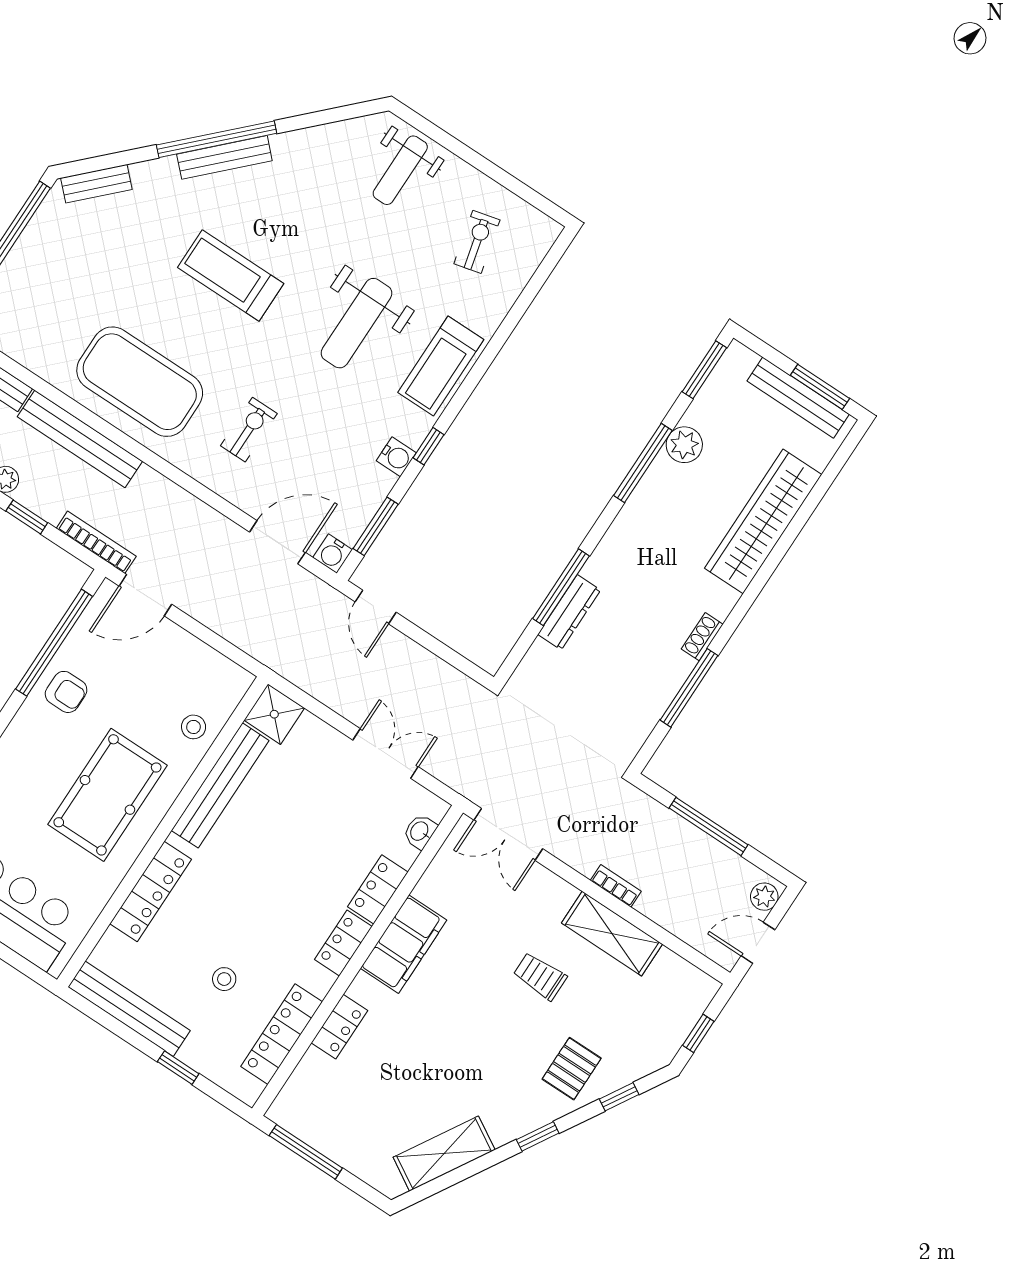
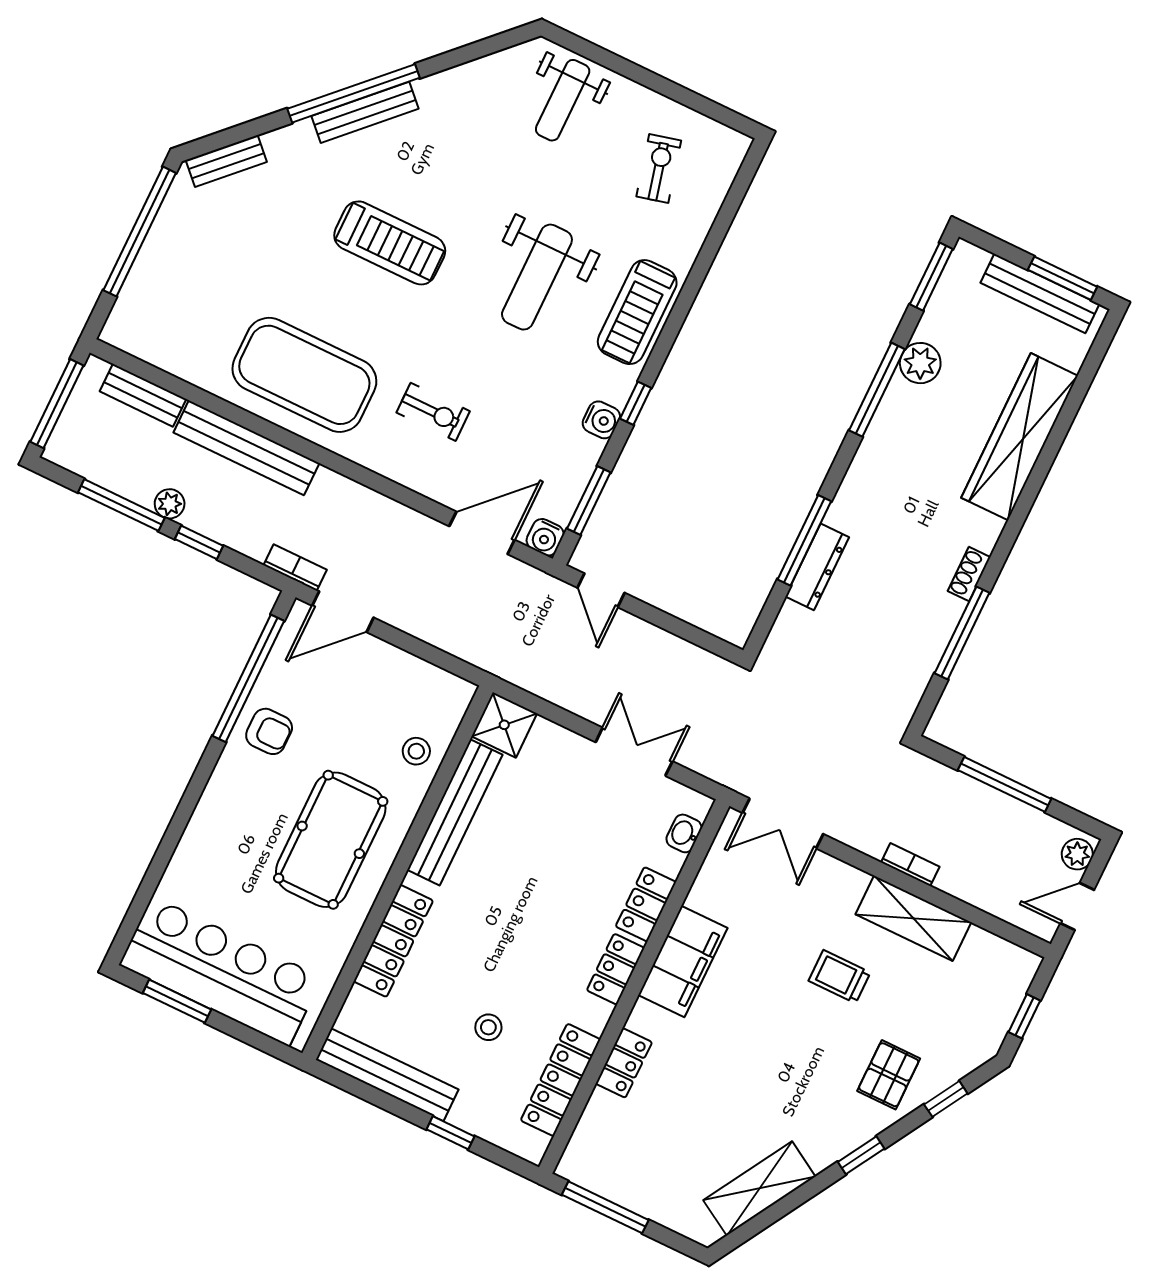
treadmill: (231, 276) -> (390, 243), turned 180
exercise bike: (249, 430) -> (433, 412), turned 90
bookcase: (96, 542) -> (295, 567), width x0.64

